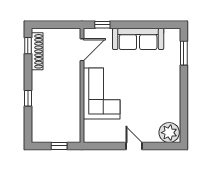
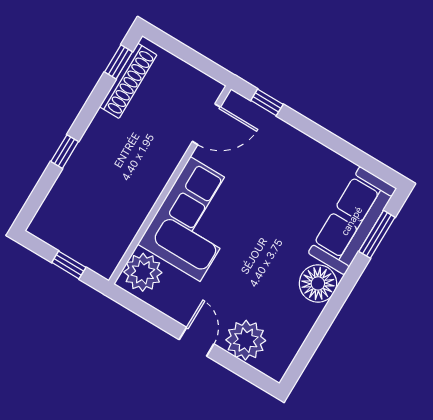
sofa: (138, 39) -> (352, 221), moved, turned 90
floor lamp: (171, 89) -> (318, 283), added
plant: (93, 130) -> (143, 272), added
plant: (169, 133) -> (246, 340), moved

